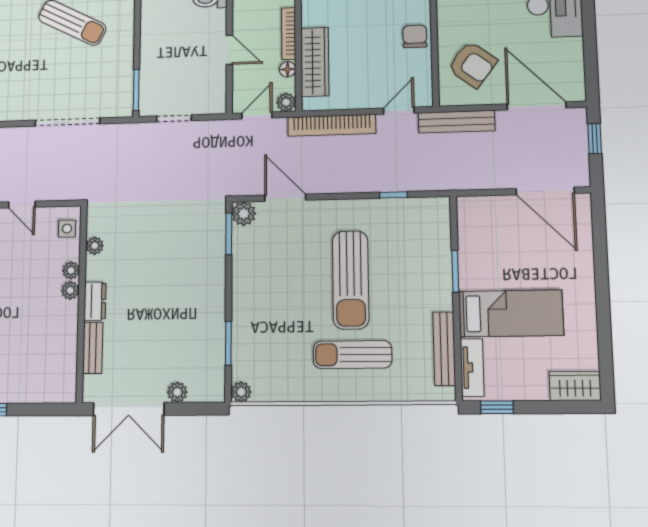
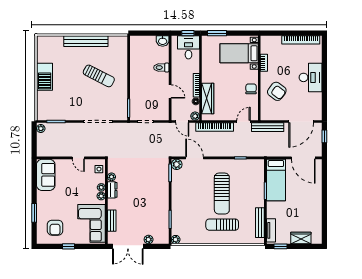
armchair: (472, 64) -> (277, 91), moved
door: (537, 106) -> (301, 122), swing flipped
door: (257, 115) -> (182, 122), swing flipped
dresser: (95, 301) -> (112, 190), moved
bed: (511, 313) -> (276, 180), moved, turned 90
corner sofa: (47, 355) -> (92, 223), added
wardrobe: (575, 386) -> (301, 238), moved

